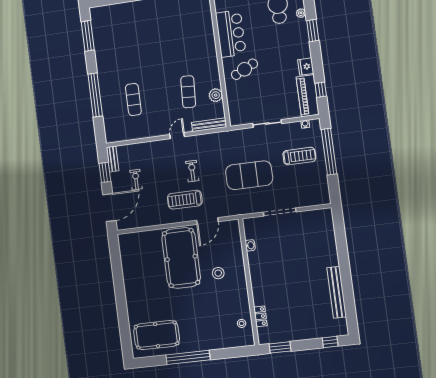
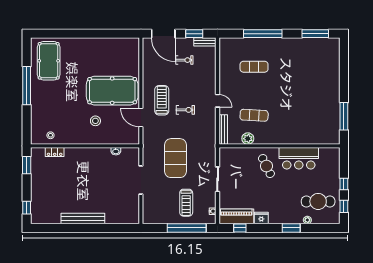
bench: (337, 292) -> (83, 219), moved

